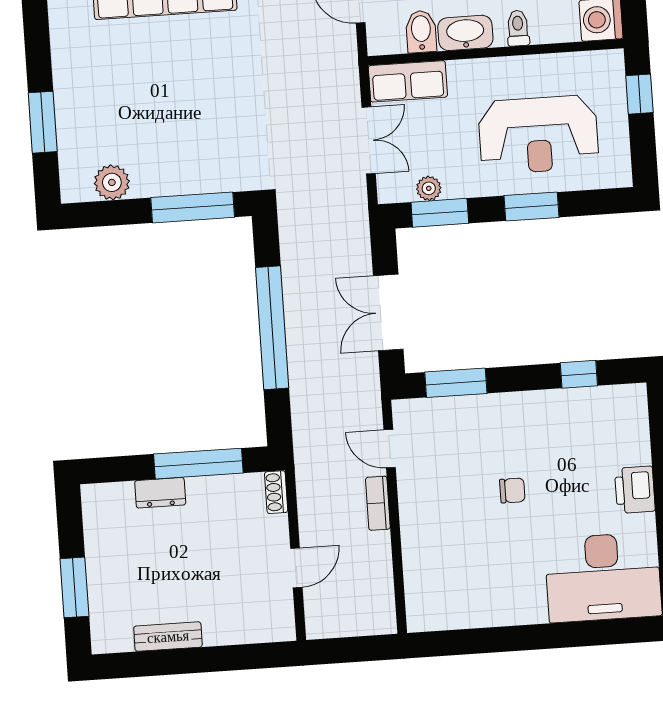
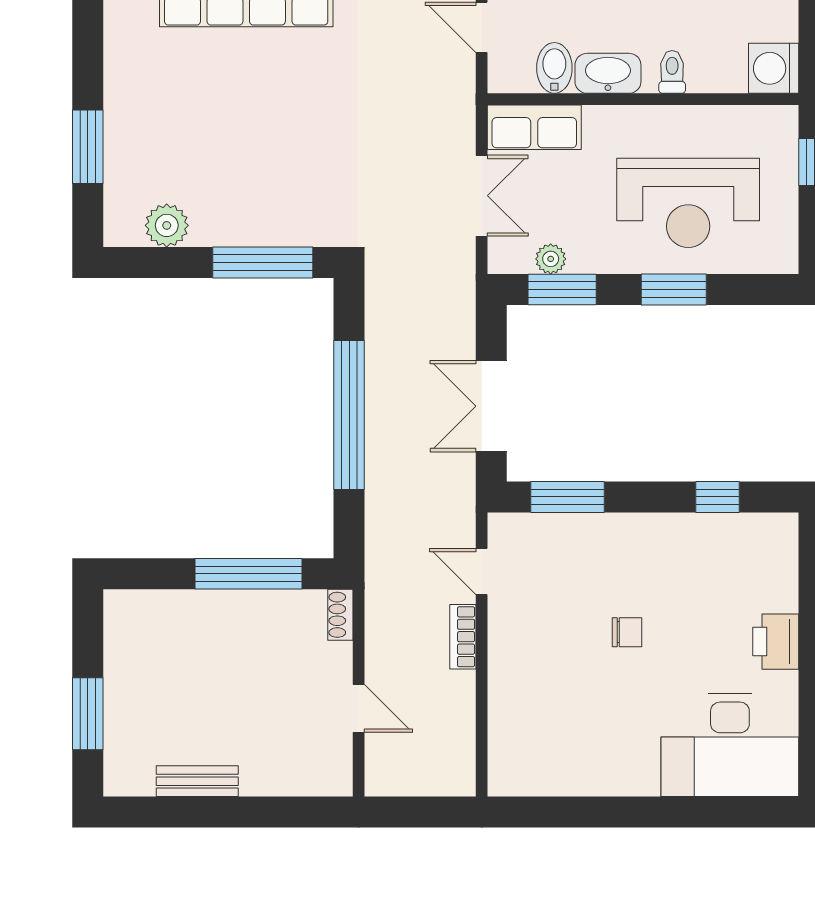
dresser: (160, 493) -> (200, 606), removed
door: (296, 568) -> (359, 708), hinge flipped

